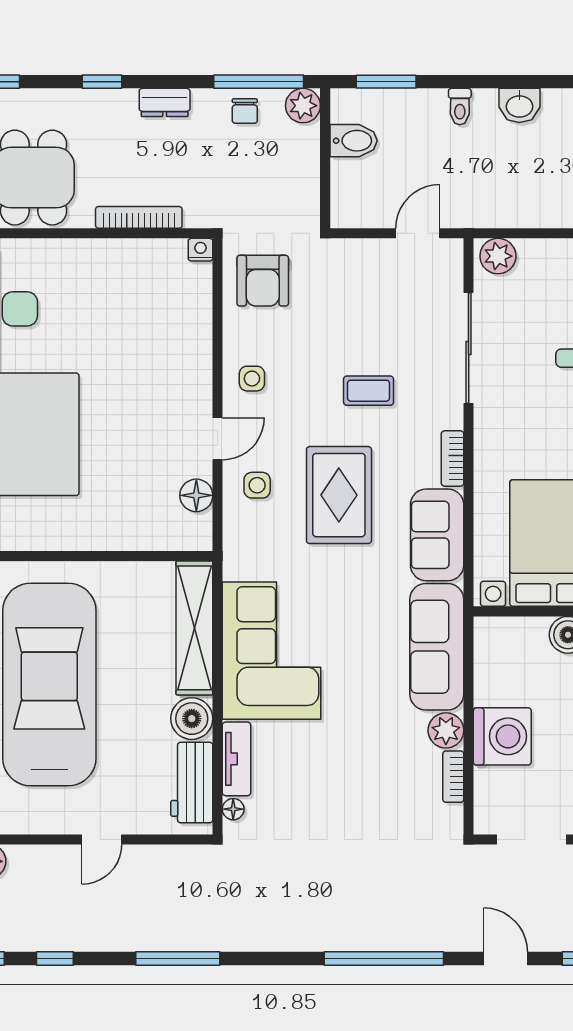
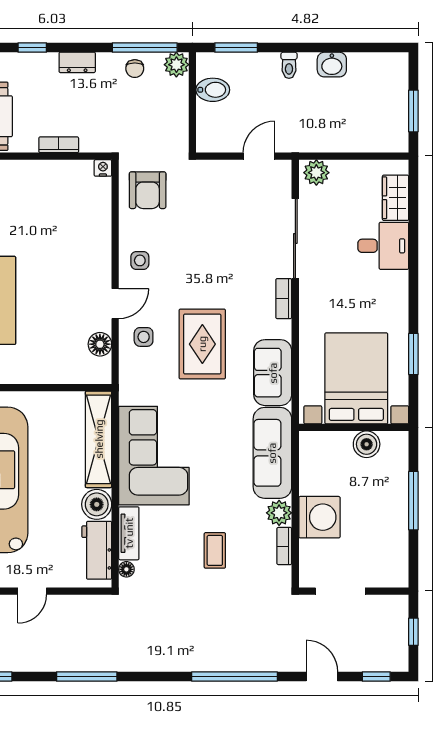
bookcase: (139, 217) -> (59, 145), width x0.64
coffee table: (369, 391) -> (215, 550), moved, turned 90
bookcase: (453, 458) -> (284, 299), moved

